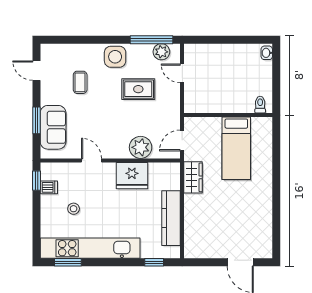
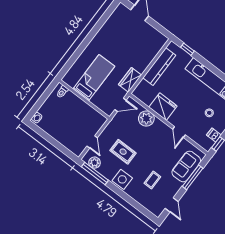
window: (36, 120) -> (193, 177), width x1.44

